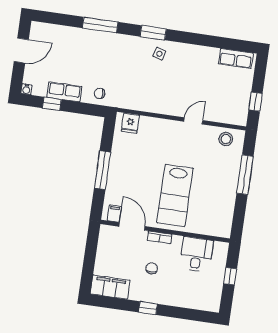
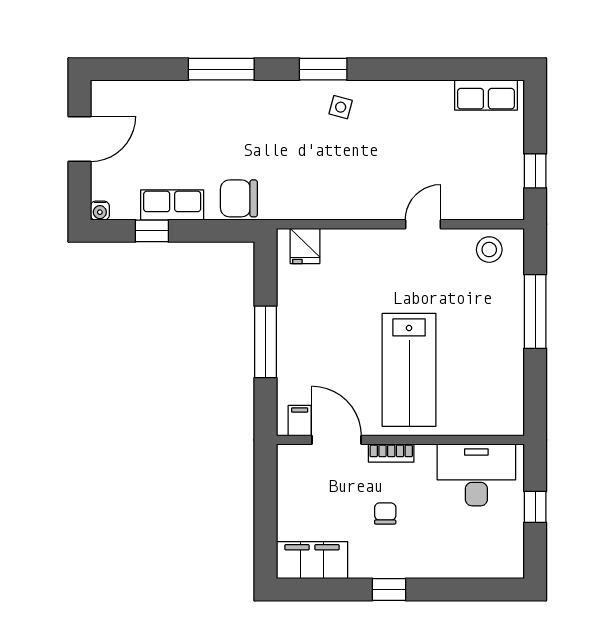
chair: (100, 93) -> (239, 198), width x1.87, depth x1.87
desk: (196, 254) -> (476, 475), width x1.37

